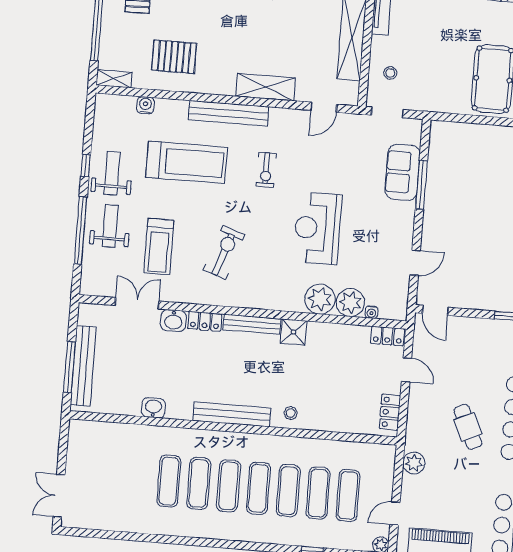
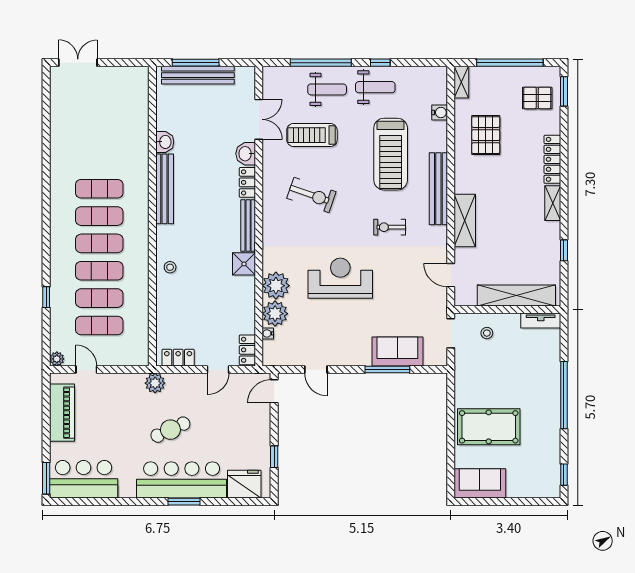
bench: (232, 414) -> (165, 189), moved
plant: (414, 463) -> (155, 383), moved
exercise mat: (169, 481) -> (99, 161), removed

